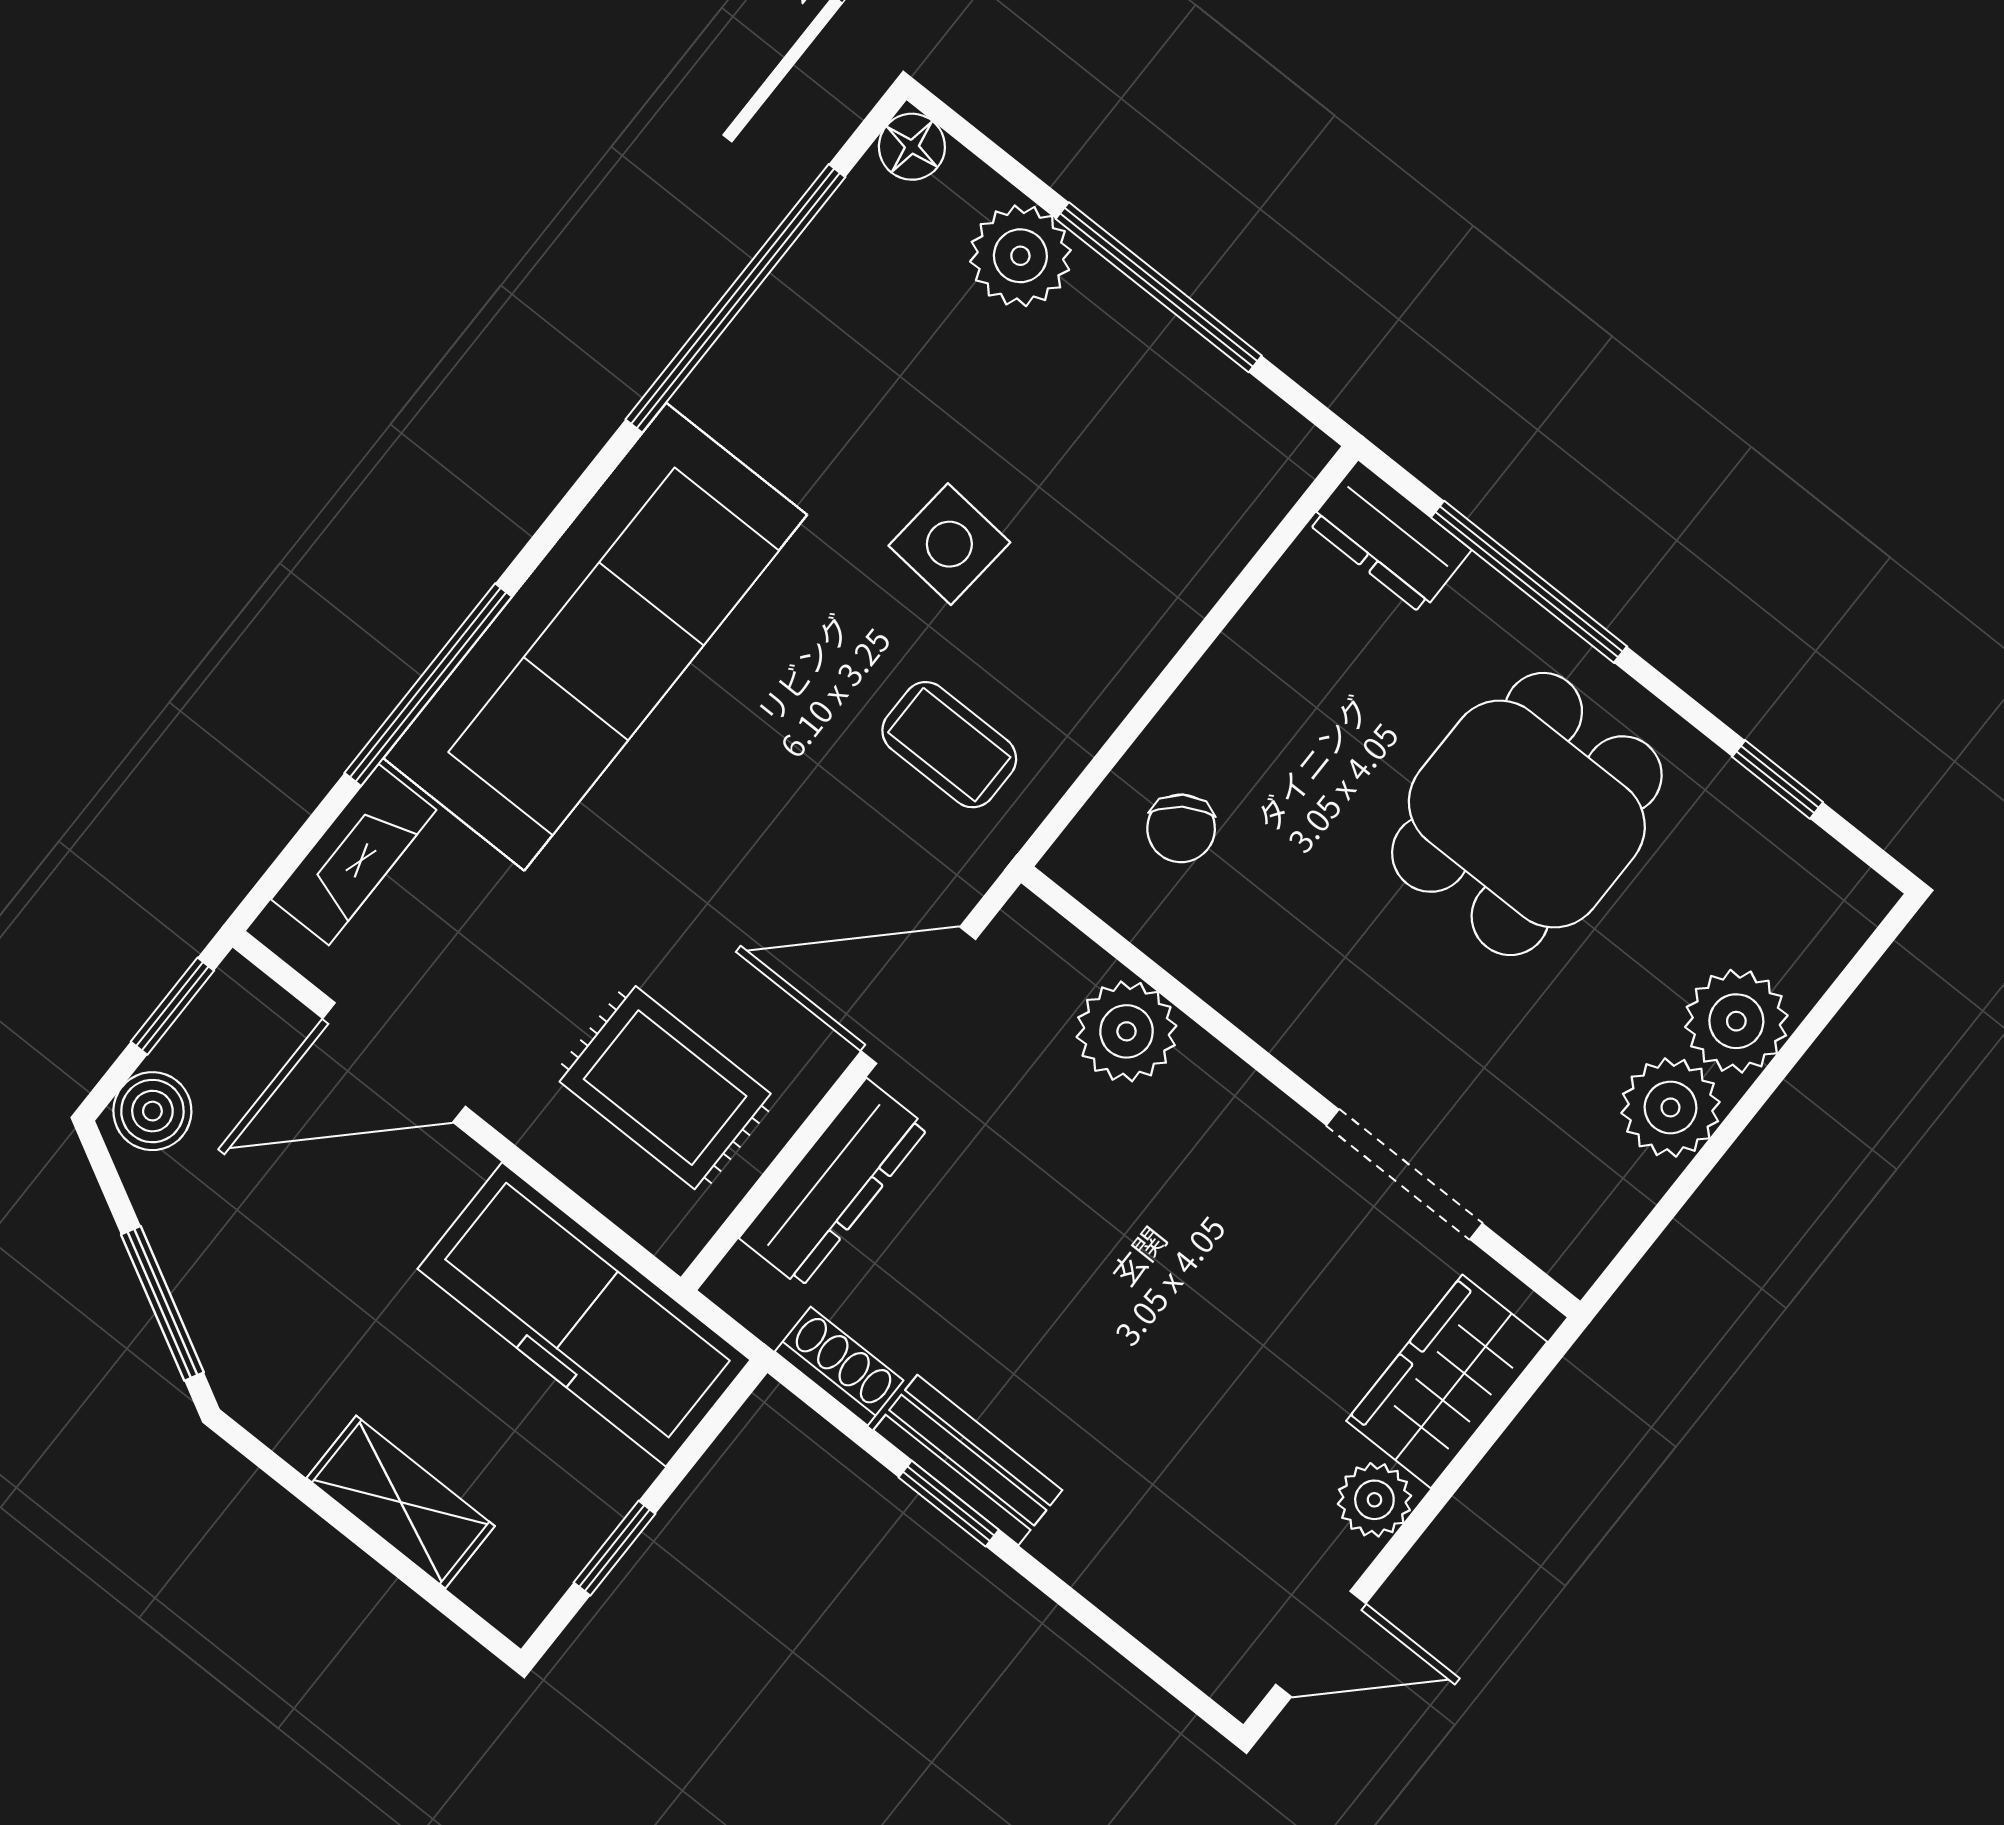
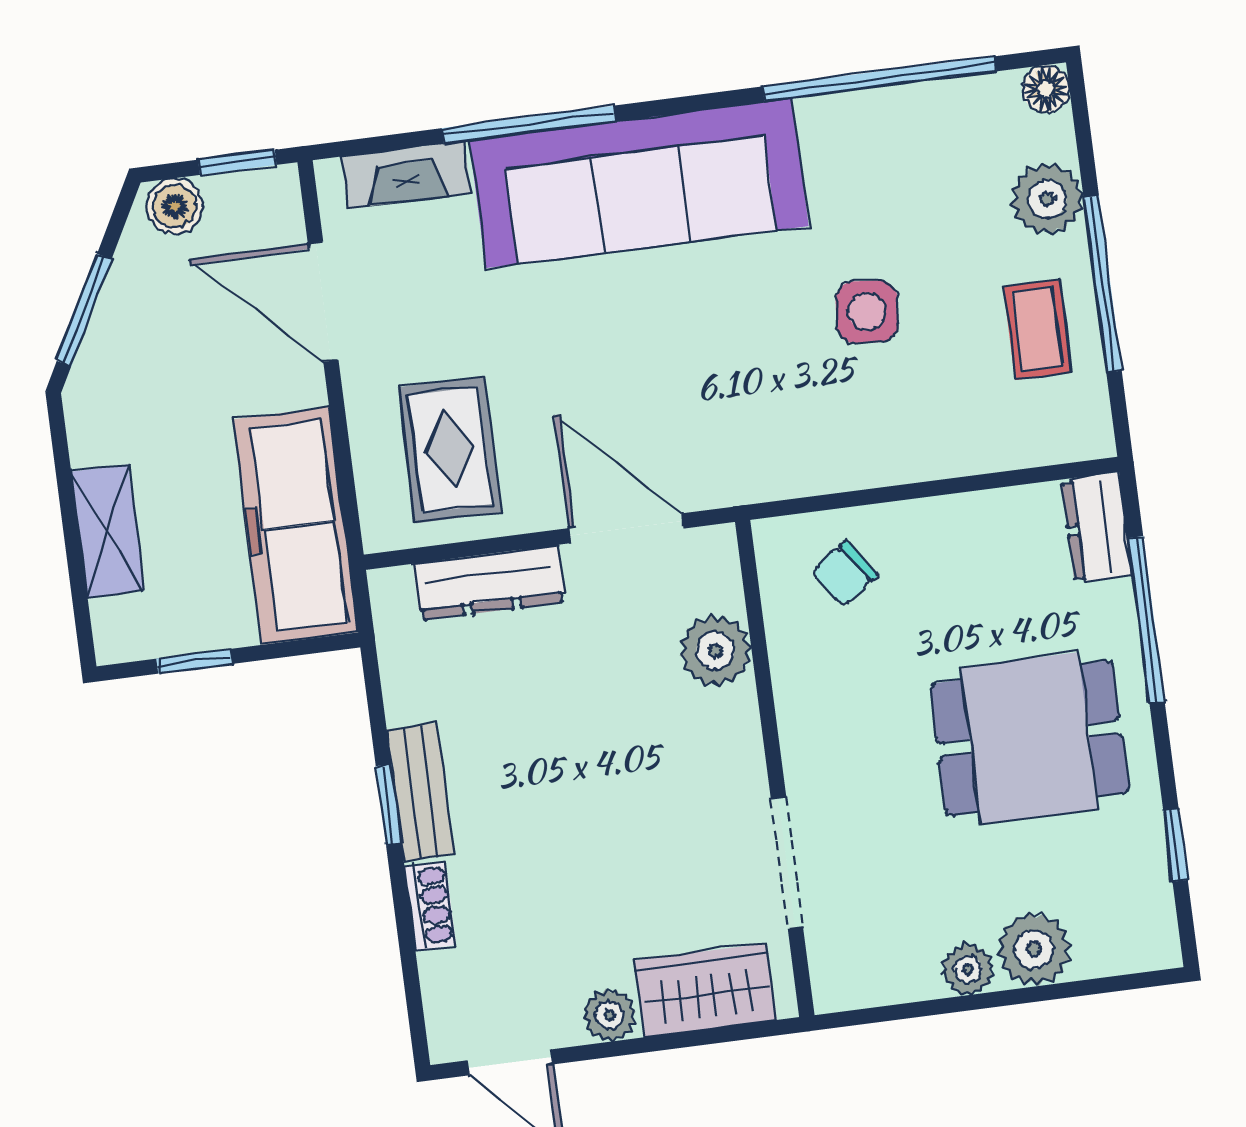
coffee table: (949, 745) -> (1037, 329), moved
plant: (1670, 1107) -> (968, 969), width x0.73, depth x0.73
shoe rack: (839, 1366) -> (430, 906), moved

